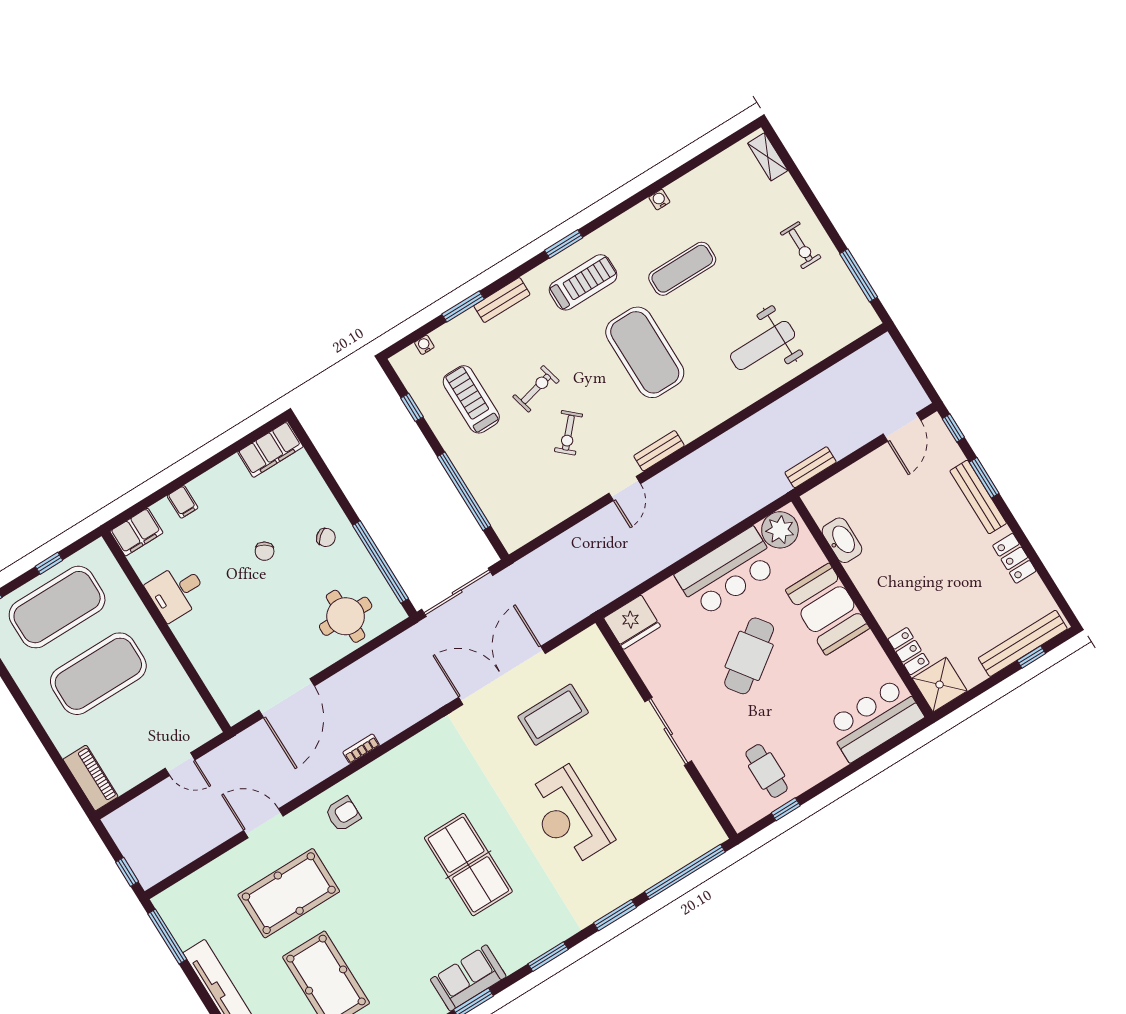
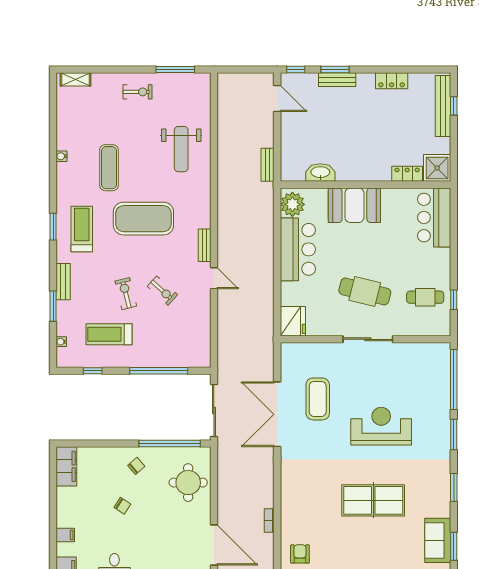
bench: (978, 497) -> (337, 80), width x0.73
cafe table: (749, 656) -> (365, 291), moved, turned -40
reception desk: (569, 816) -> (381, 426), turned 180

